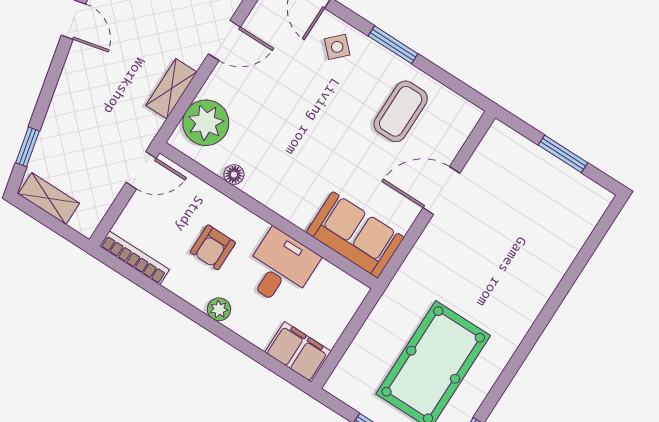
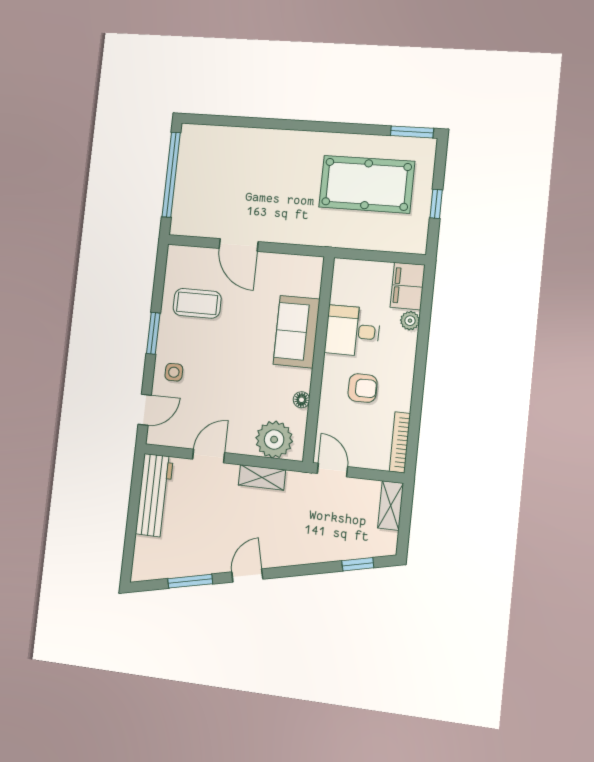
door: (224, 40) -> (209, 456), hinge flipped
side table: (337, 47) -> (174, 372), turned 45
window: (563, 154) -> (171, 175), width x2.11
shelving: (49, 199) -> (391, 506), moved
sofa: (355, 235) -> (297, 332), moved
plant: (219, 309) -> (410, 321), moved

